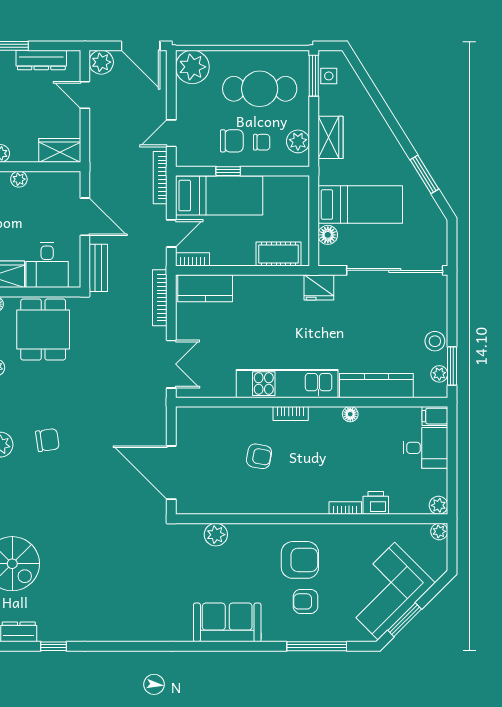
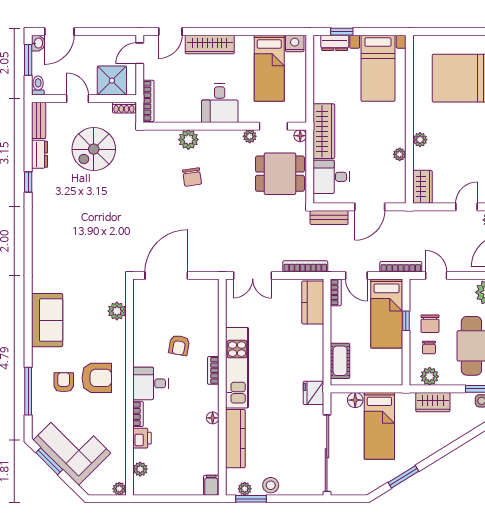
desk: (425, 448) -> (151, 383), moved, turned 90
plant: (438, 505) -> (140, 469), moved
armchair: (300, 560) -> (97, 378), turned -90

